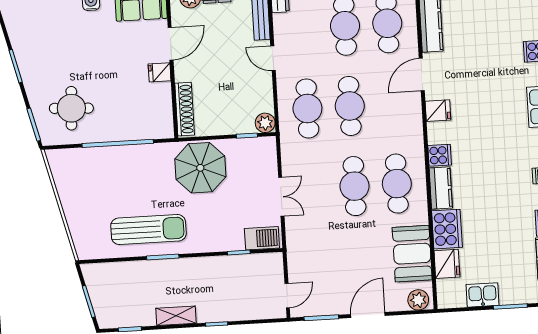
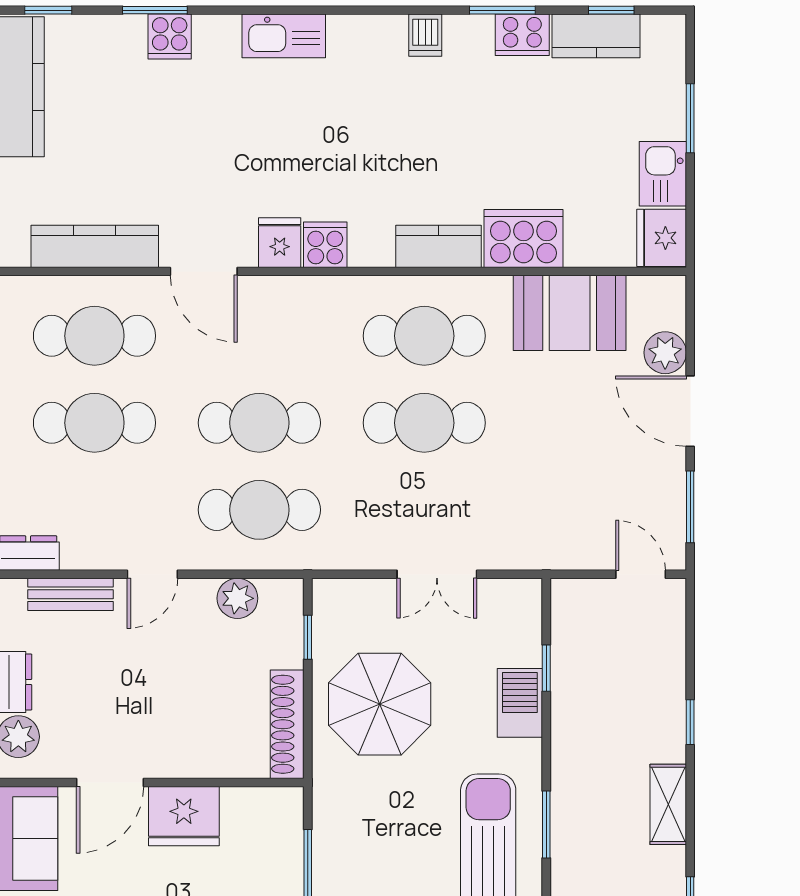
door: (171, 44) -> (110, 782), swing flipped
fridge: (160, 72) -> (184, 816), width x1.88, depth x1.34
shoe rack: (185, 109) -> (287, 724), moved, turned -90
plant: (265, 123) -> (237, 598), moved
cooker: (440, 155) -> (325, 245), moved
parasol: (200, 168) -> (380, 704), moved
double door: (281, 197) -> (437, 574), swing flipped
barbecue: (262, 238) -> (520, 703), moved
fridge: (447, 264) -> (662, 238), moved, turned -90
plant: (418, 300) -> (665, 353), moved

